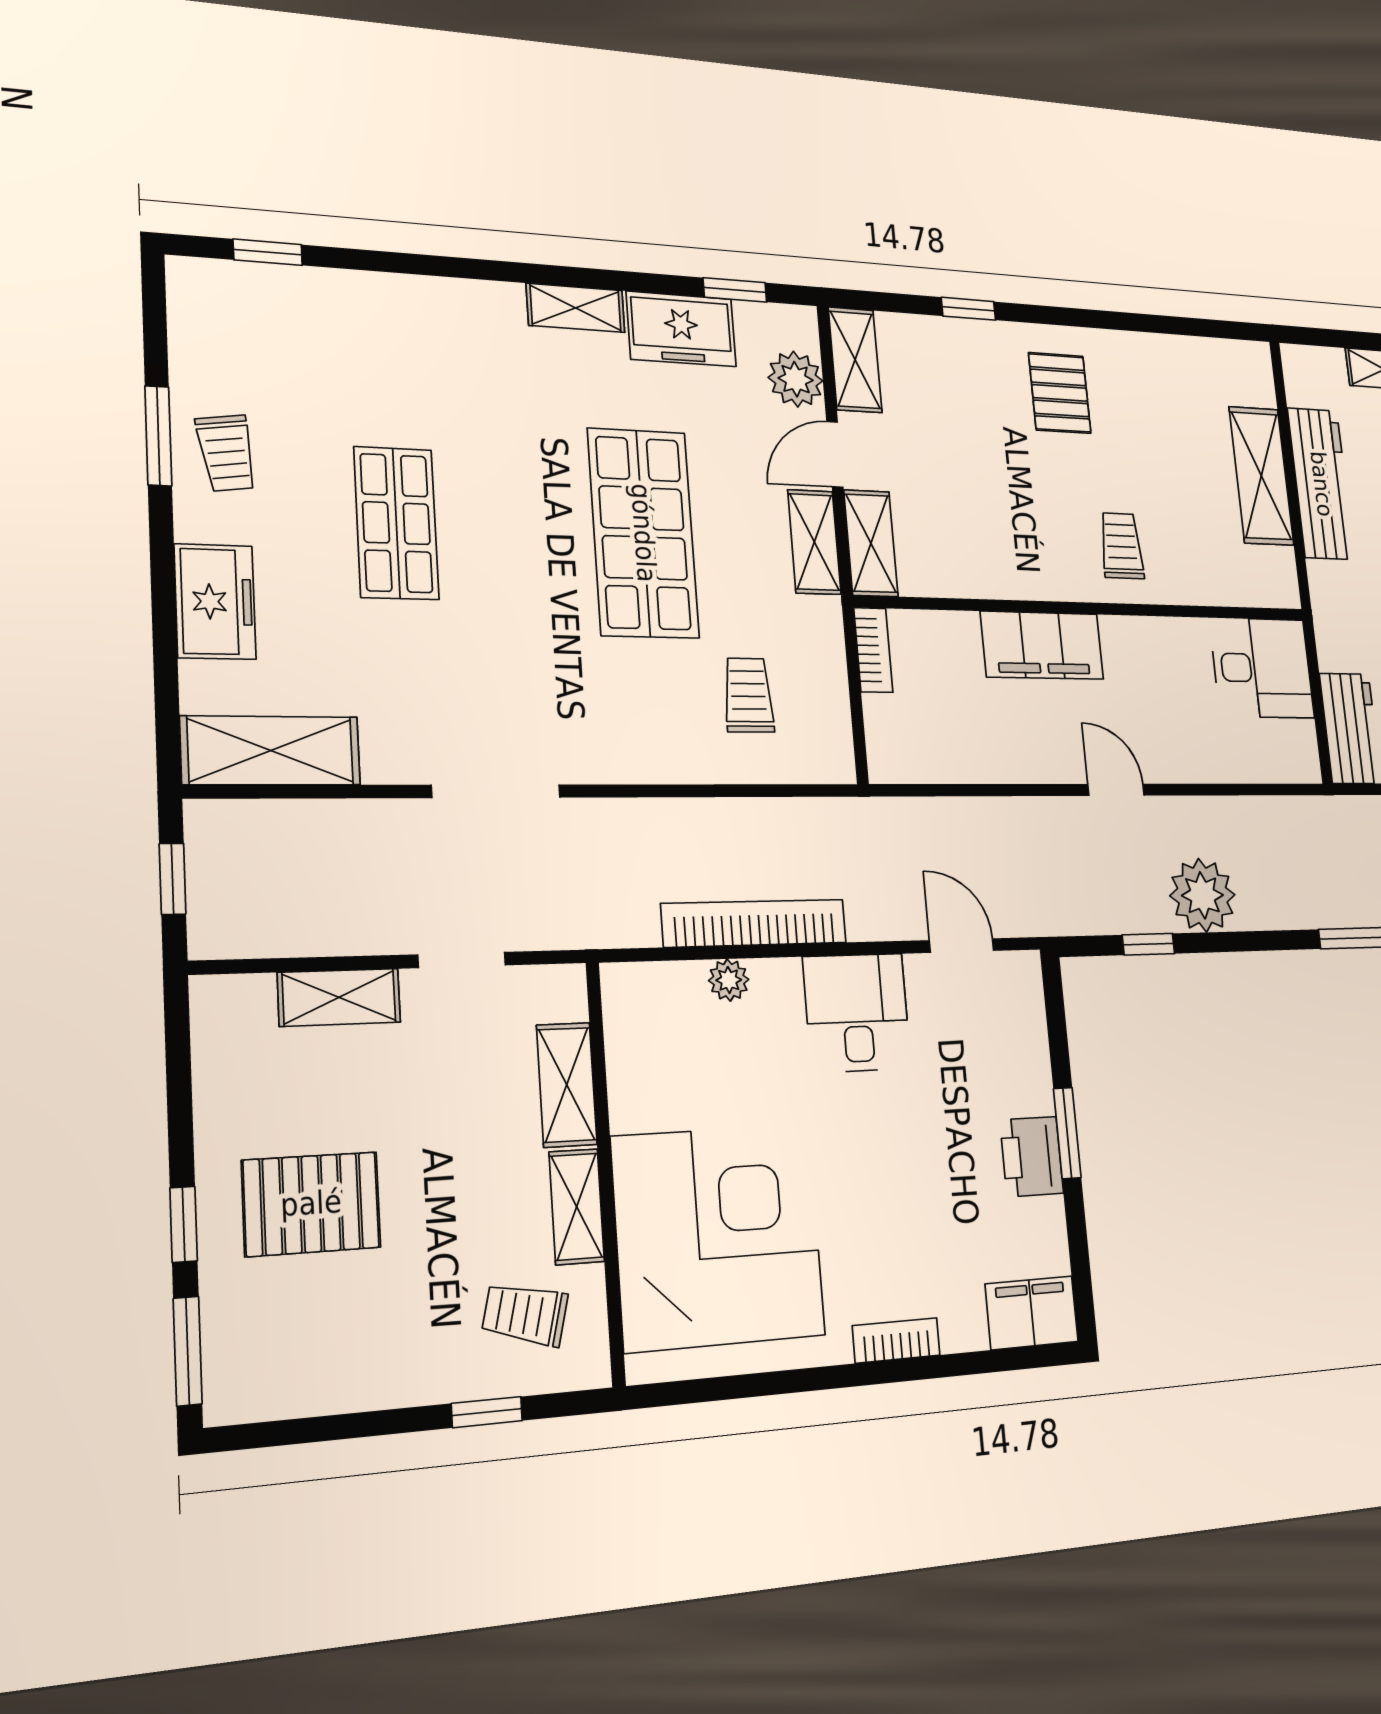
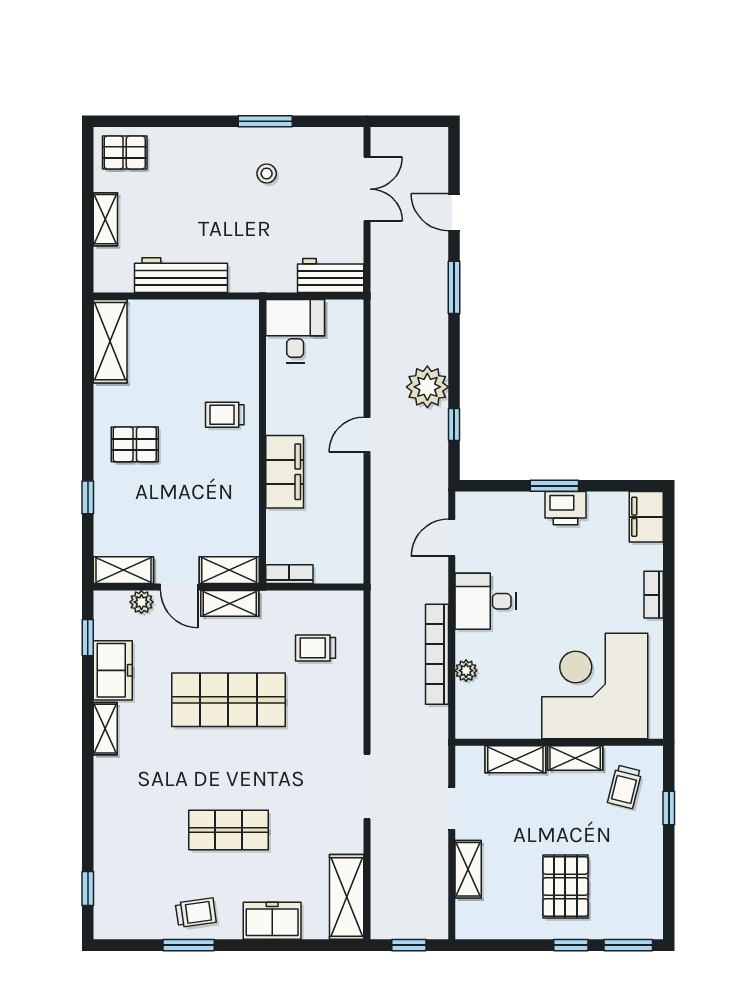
plant: (796, 379) -> (141, 602), width x0.73, depth x0.73
shelving: (1261, 476) -> (110, 341), moved, turned 90

